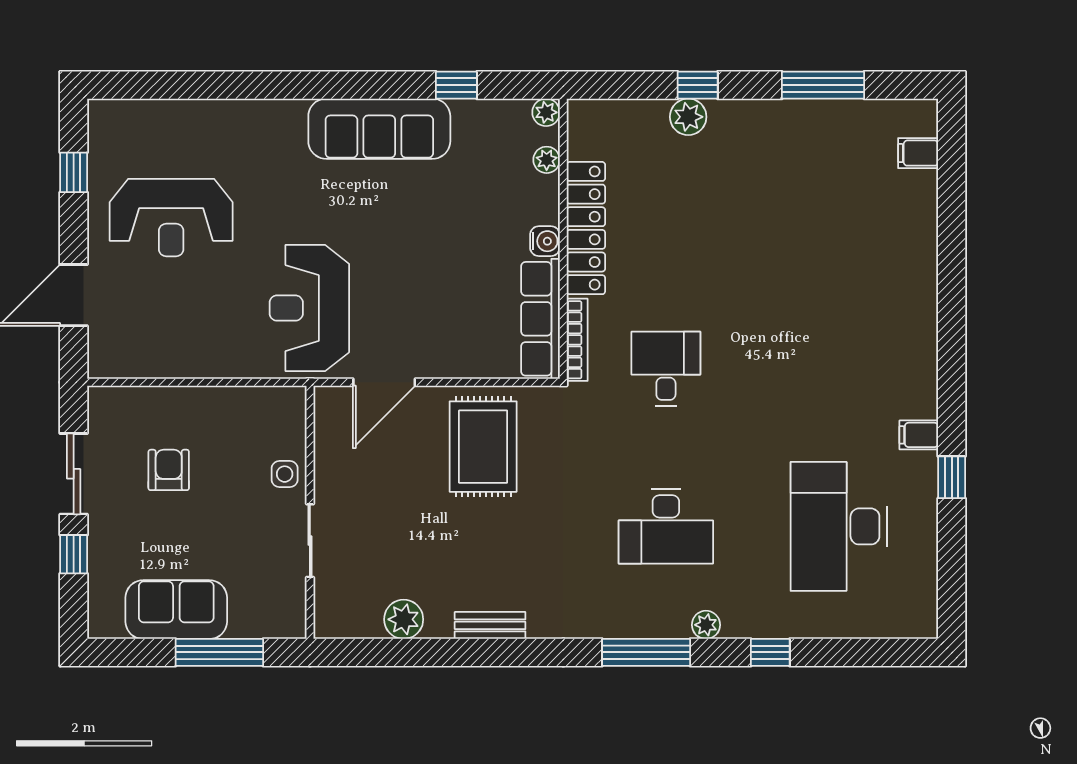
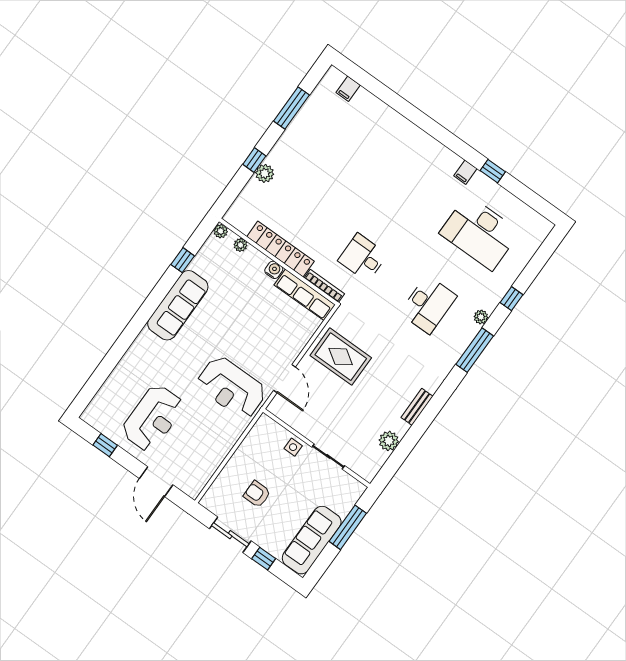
sofa: (176, 610) -> (312, 540), width x1.36

